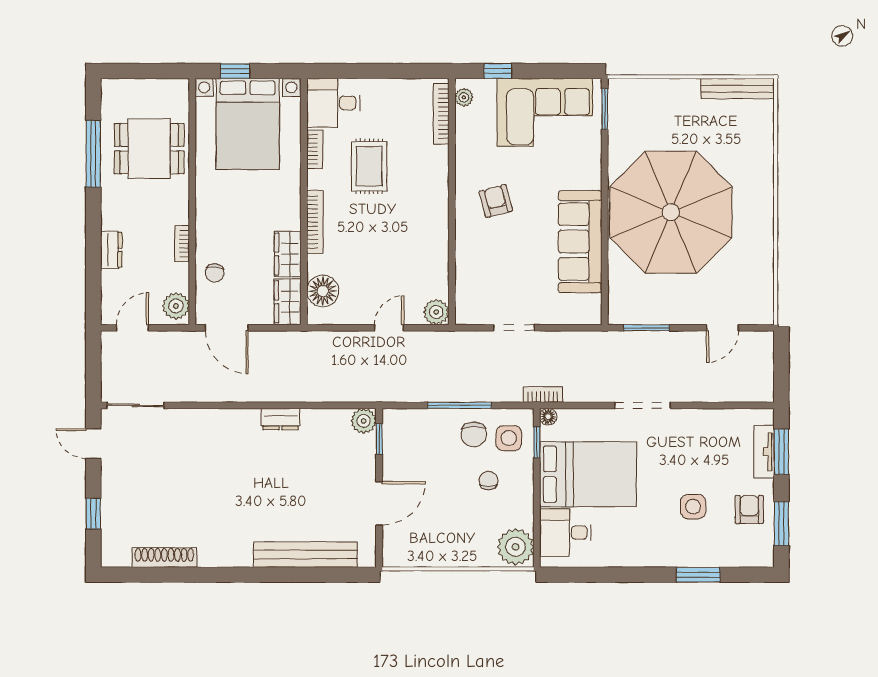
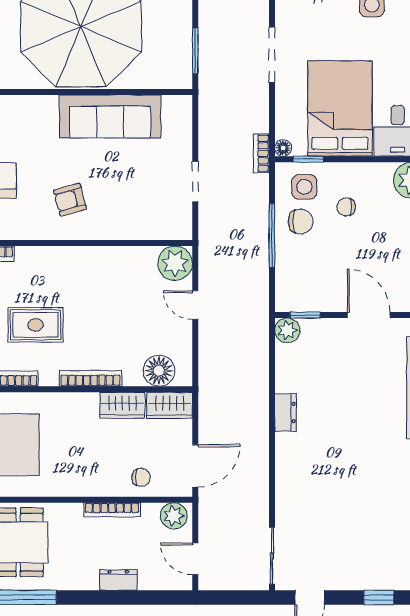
bookcase: (182, 244) -> (112, 510), width x1.56
plant: (436, 312) -> (175, 263), width x1.36, depth x1.36

